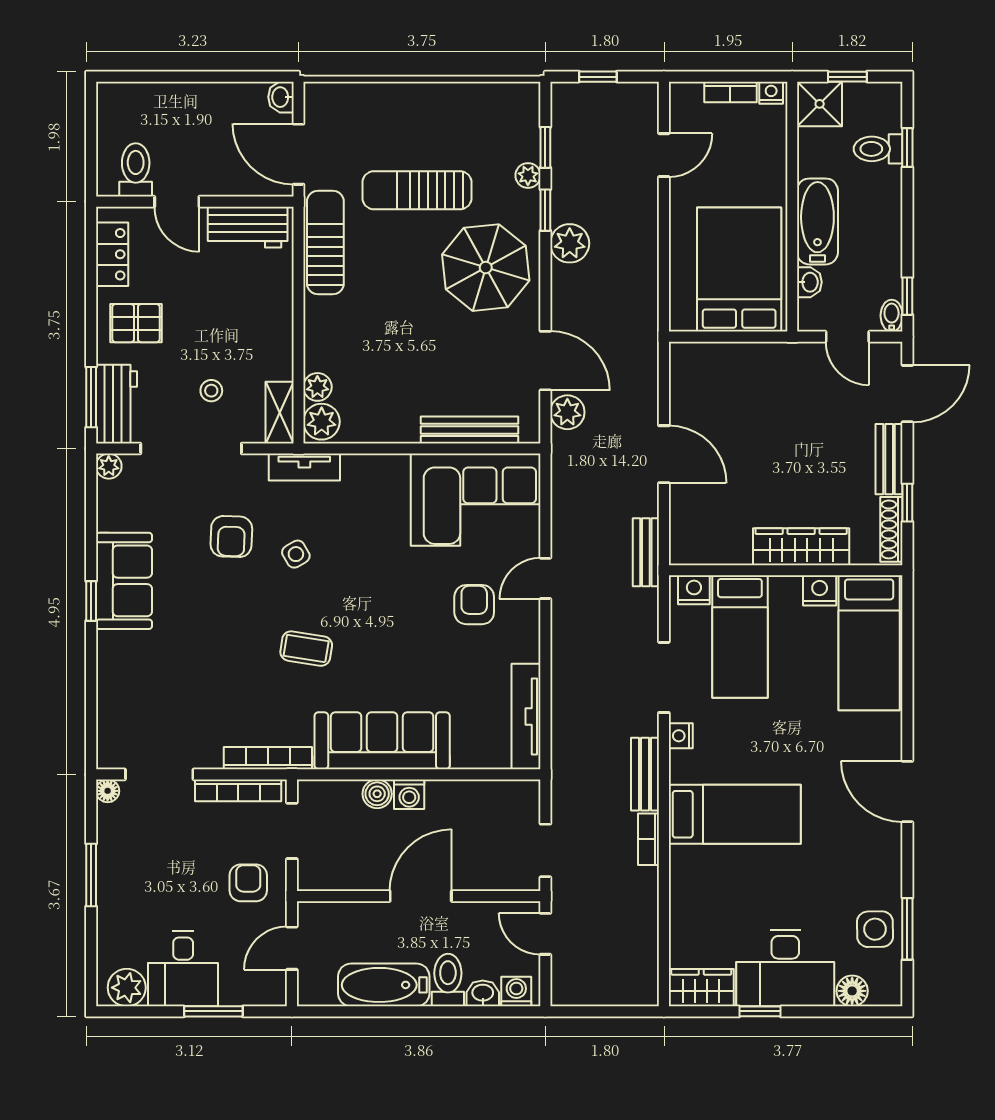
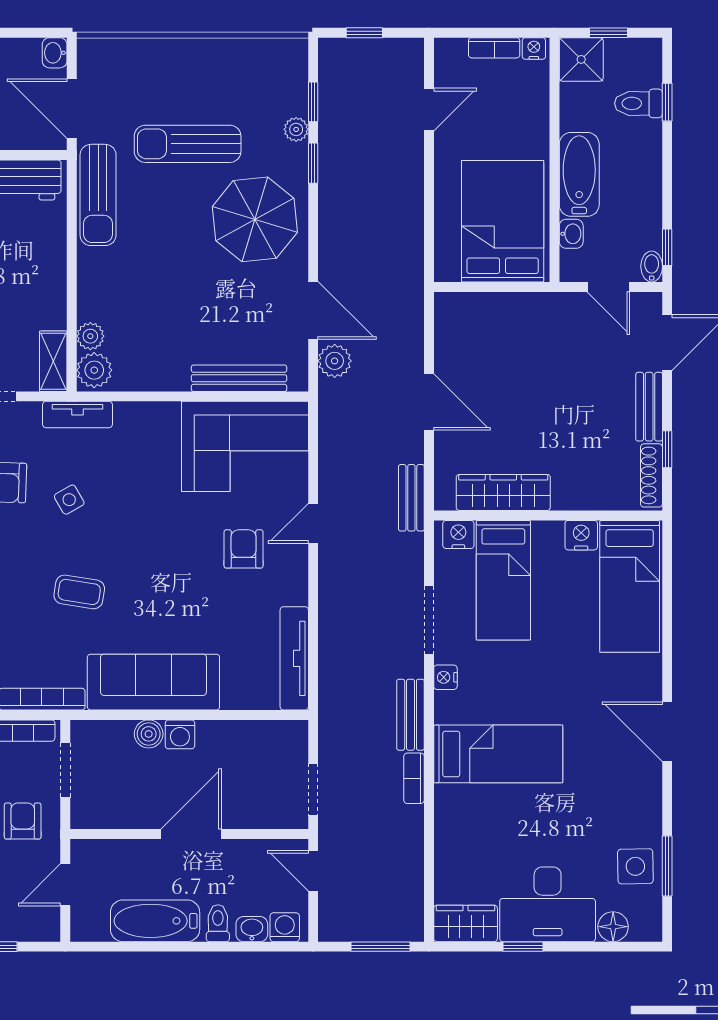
sun lounger: (325, 243) -> (98, 195), turned 180
plant: (570, 243) -> (337, 196), removed
wardrobe: (801, 547) -> (503, 492), moved
toilet: (448, 980) -> (218, 923), width x0.73, depth x0.72
window: (614, 1011) -> (381, 947), added

